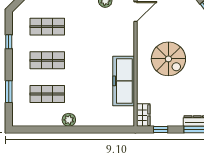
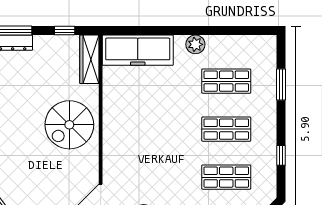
spiral stairs: (168, 59) -> (69, 125), moved, turned -90
freezer: (124, 81) -> (138, 50), moved, turned 90
wardrobe: (143, 115) -> (89, 59), width x1.50

